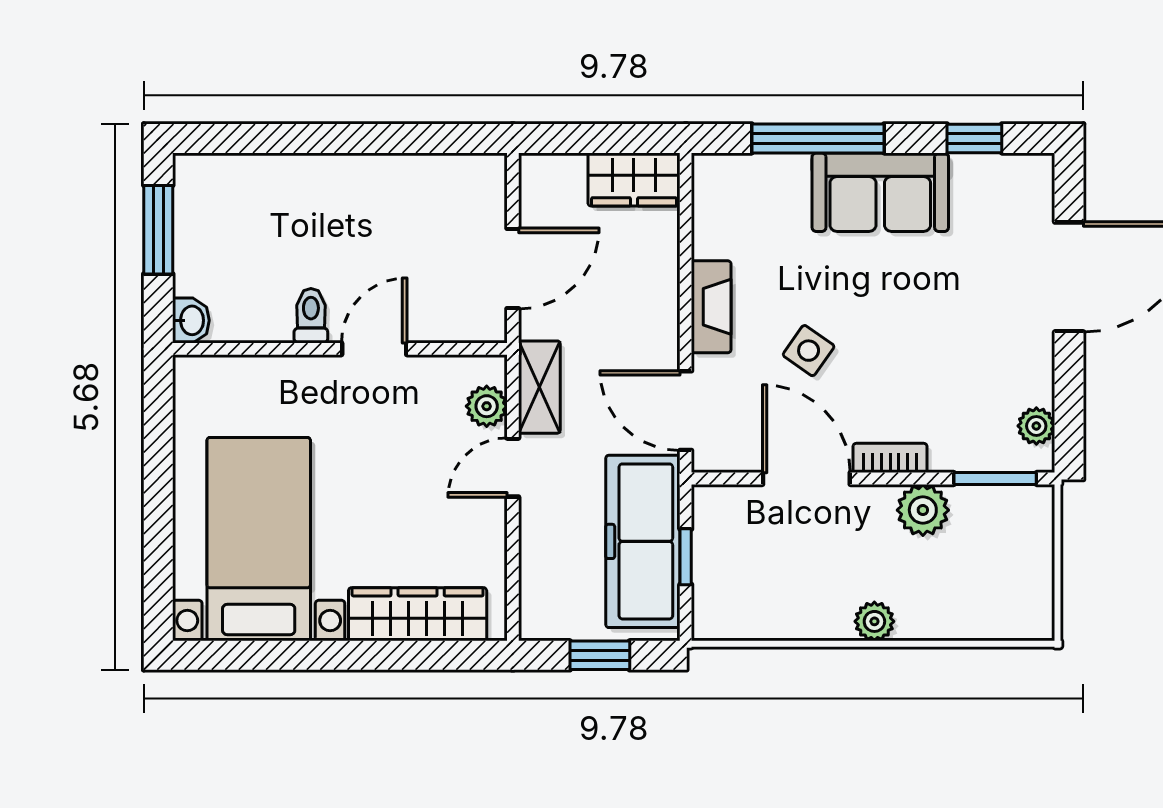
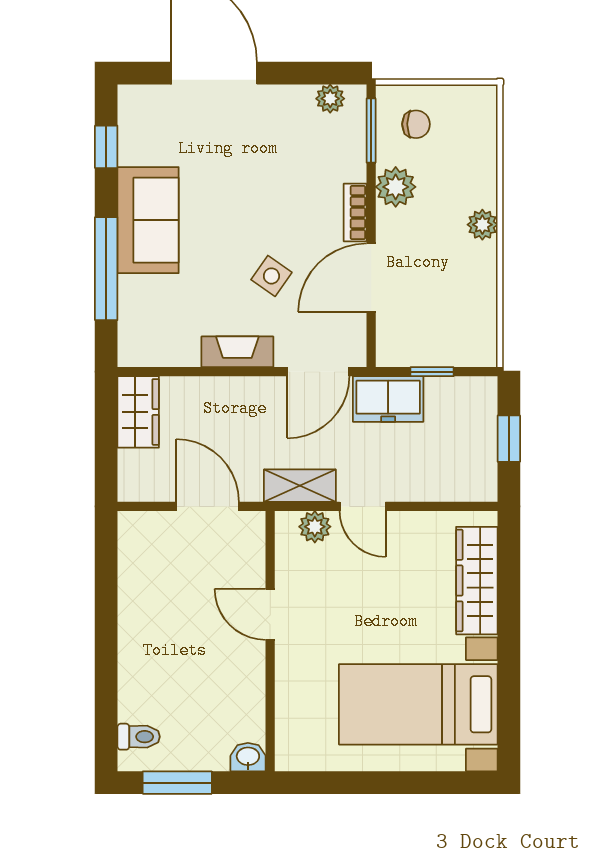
toilet: (311, 316) -> (139, 737), moved, turned 180
chair: (1003, 536) -> (416, 124), added
freezer: (643, 541) -> (388, 399), width x0.52, depth x0.79

